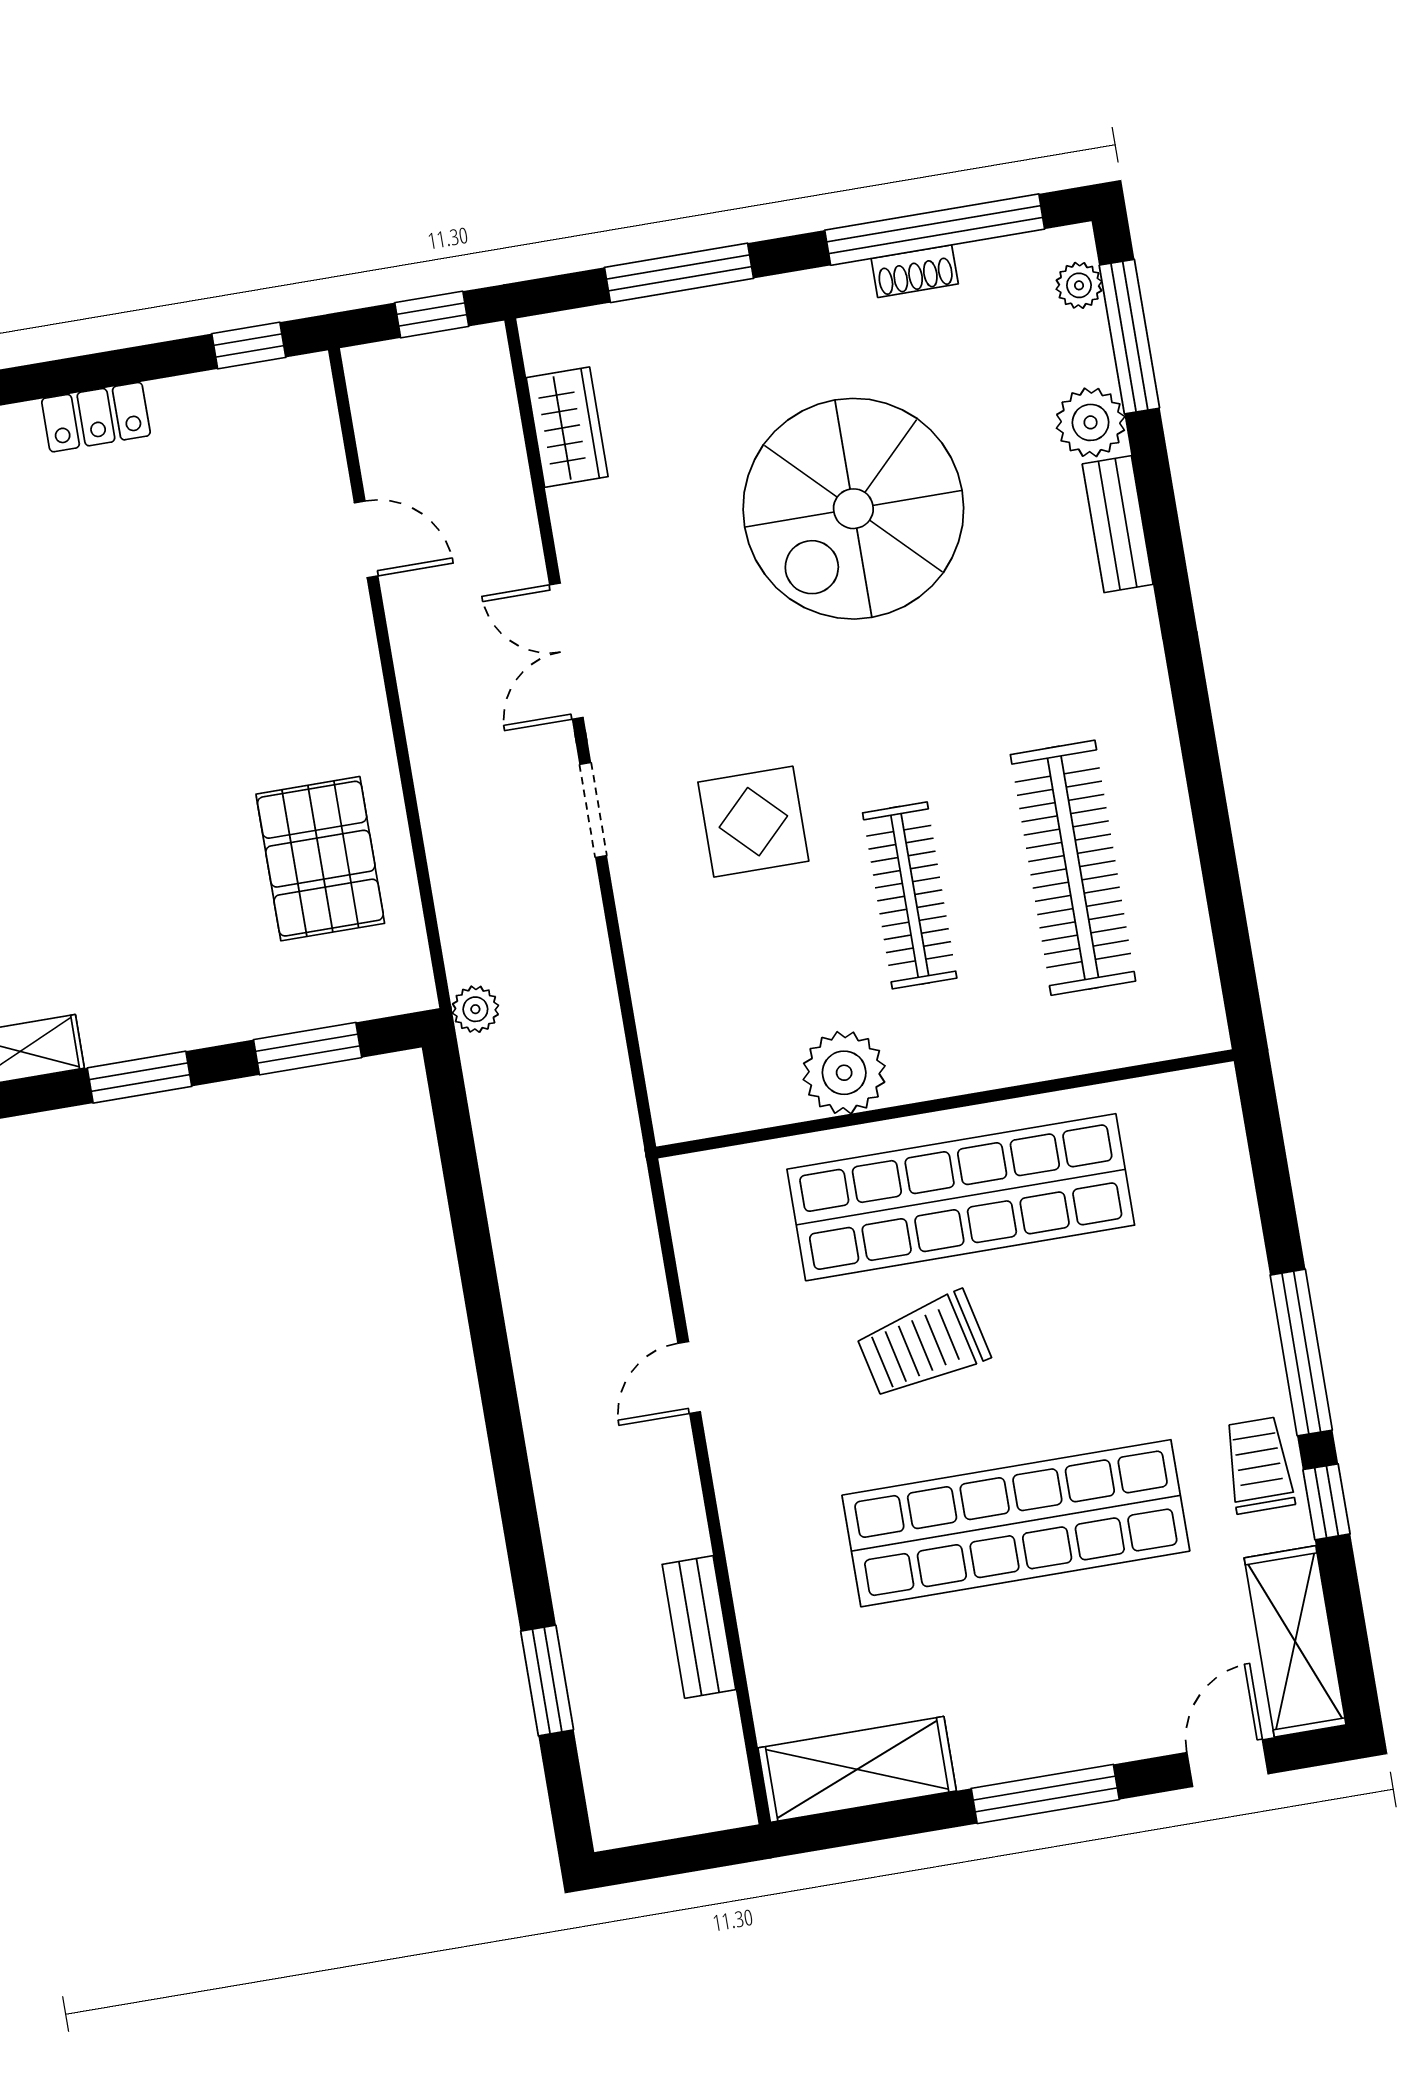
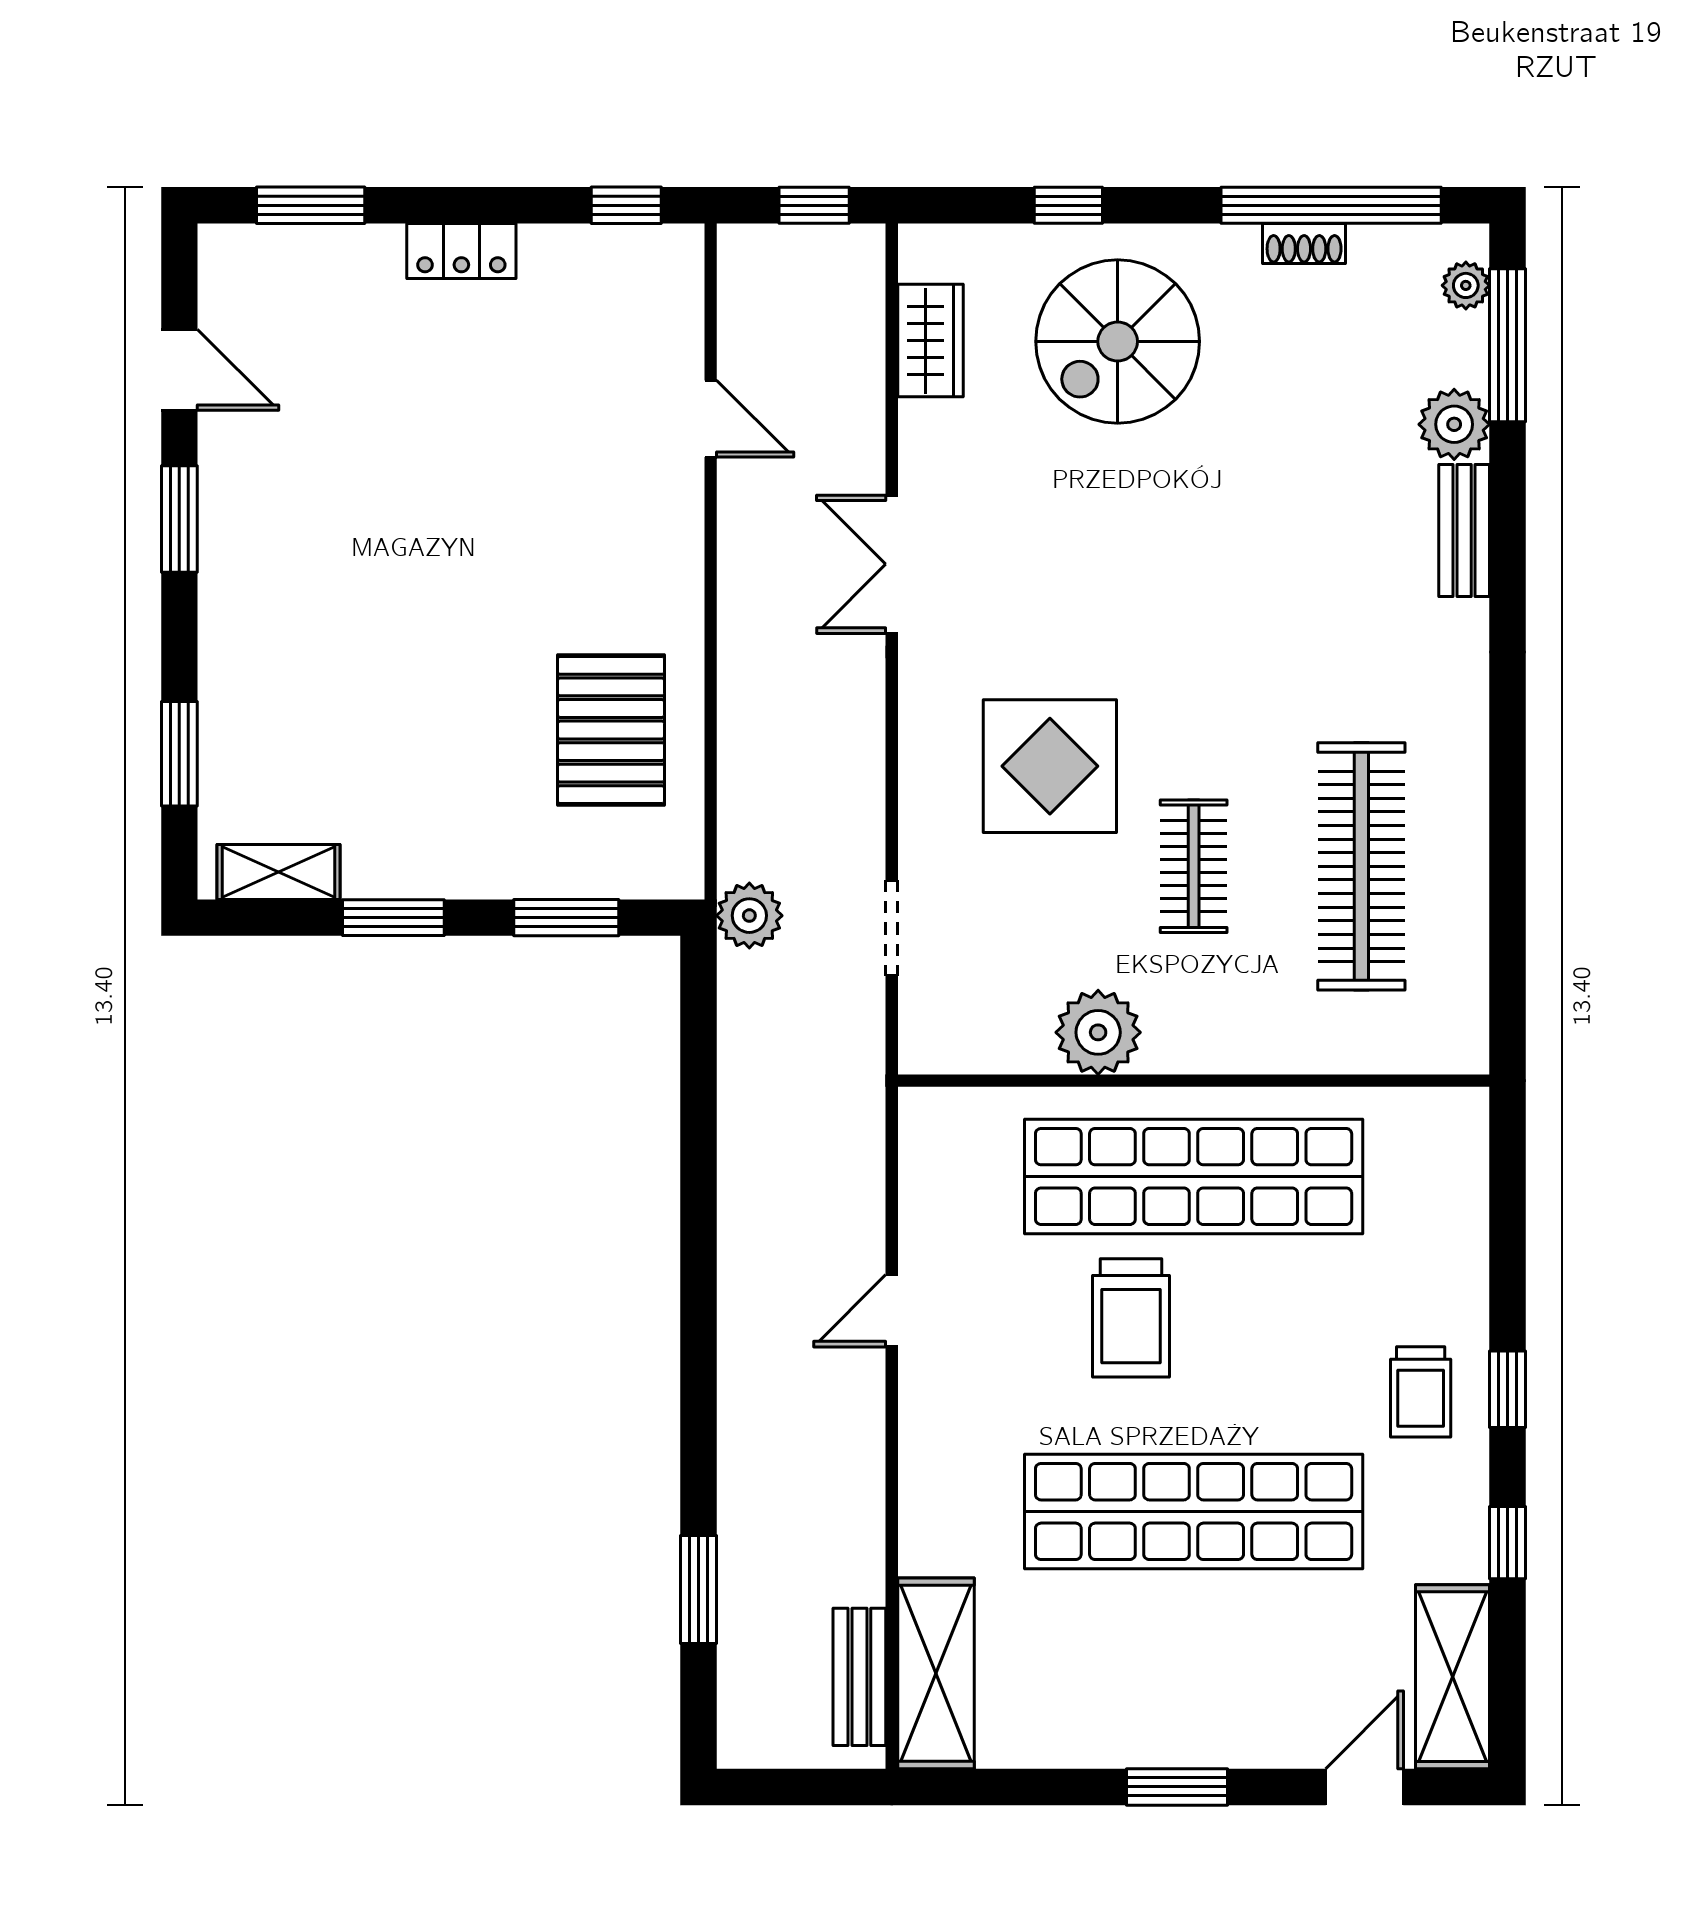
window: (679, 273) -> (1068, 205), width x0.46
spiral stairs: (853, 509) -> (1118, 341), moved, width x0.73, depth x0.73
doorway: (593, 810) -> (892, 928), moved
display table: (753, 822) -> (1050, 766), width x1.36, depth x1.36
clothes rail: (910, 895) -> (1194, 866), width x0.73
plant: (475, 1009) -> (749, 916), width x1.38, depth x1.38
trolley: (923, 1345) -> (1131, 1318), turned -77
window: (1301, 1353) -> (1507, 1389), width x0.46
trolley: (1259, 1465) -> (1421, 1392), moved, turned 180
bench: (699, 1627) -> (859, 1677), moved
shelving: (857, 1769) -> (936, 1673), moved, turned 90
window: (1045, 1794) -> (1177, 1787), width x0.69

